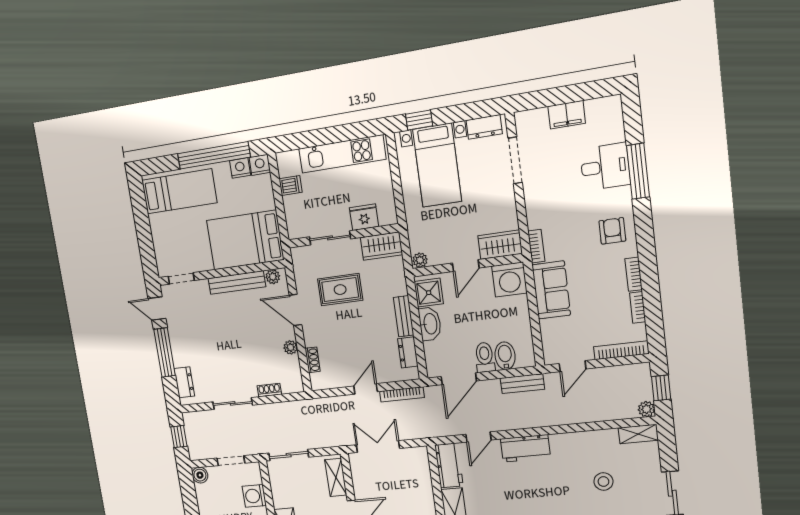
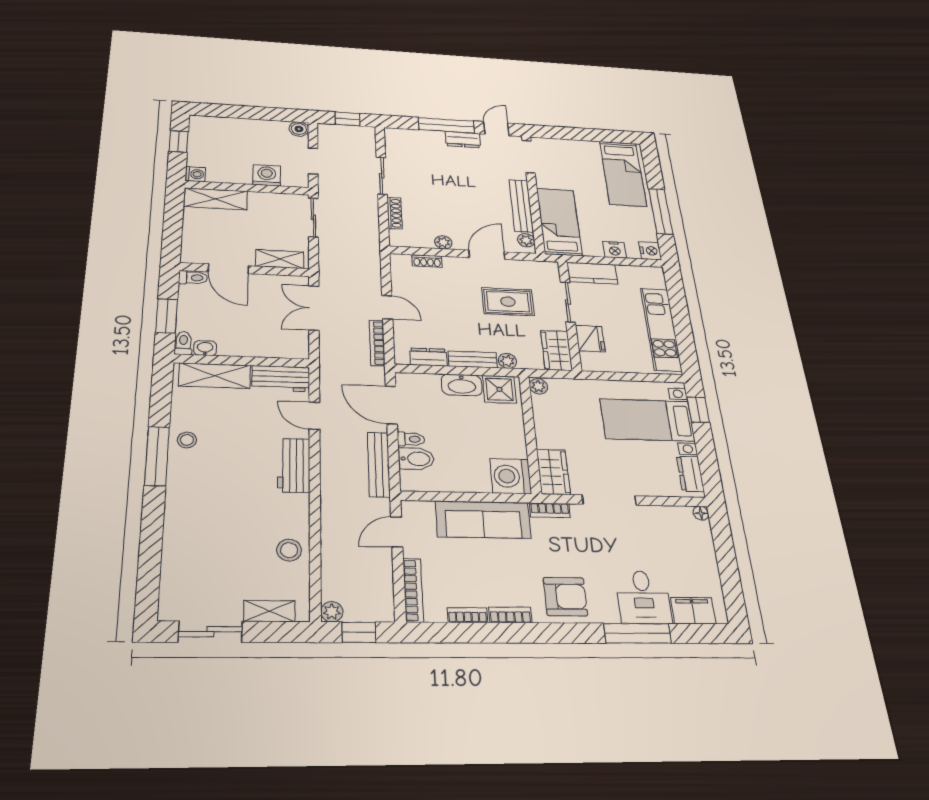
filing cabinet: (567, 115) -> (693, 611), moved, turned 90
floor lamp: (521, 118) -> (701, 513), added
window: (214, 155) -> (661, 211), width x0.68
doorway: (515, 160) -> (609, 500), moved
nightstand: (240, 168) -> (615, 250), moved, turned 90
dishwasher: (291, 185) -> (627, 275), removed
kitchen counter: (295, 217) -> (592, 273), added
armchair: (612, 231) -> (565, 597), width x1.38, depth x1.38
bed: (245, 240) -> (559, 222), width x0.67
door: (466, 266) -> (530, 432), removed
doorway: (181, 278) -> (528, 157), width x1.38
plant: (400, 287) -> (507, 361), added
rug: (340, 290) -> (508, 302), turned 90
sofa: (551, 290) -> (483, 520), width x1.36
toilet: (485, 357) -> (411, 439), width x0.73, depth x0.72
door: (573, 366) -> (397, 532), hinge flipped
dresser: (184, 382) -> (463, 140), moved
bench: (522, 384) -> (379, 464), width x1.36
shoe rack: (269, 390) -> (394, 213), width x1.43
shelving: (638, 434) -> (269, 611), moved, turned 90
double door: (378, 447) -> (314, 308), swing flipped
stool: (603, 482) -> (289, 550), moved

